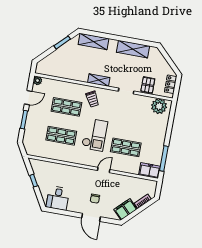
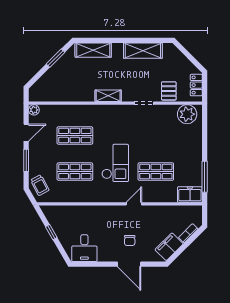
trolley: (92, 99) -> (40, 185), moved

